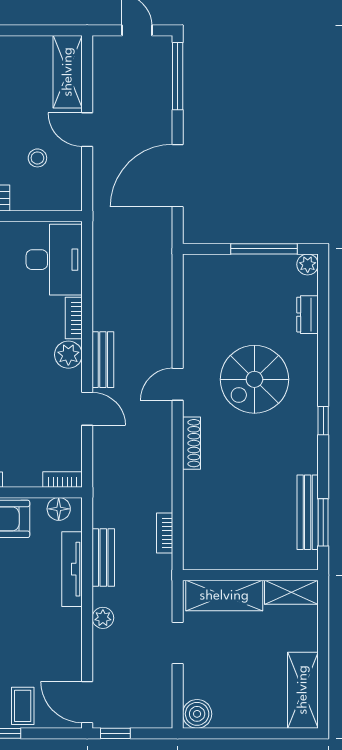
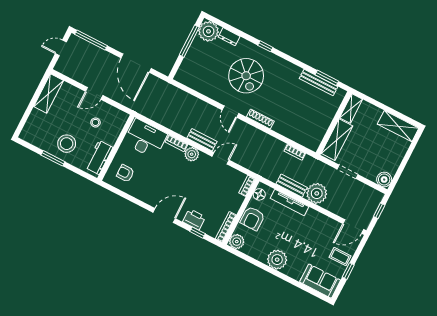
shelving: (68, 72) -> (49, 94), moved, turned 90
plant: (308, 264) -> (209, 31), width x1.88, depth x1.88
window: (323, 421) -> (265, 46), moved
plant: (103, 618) -> (317, 193), width x1.87, depth x1.87
window: (115, 733) -> (379, 211), moved

